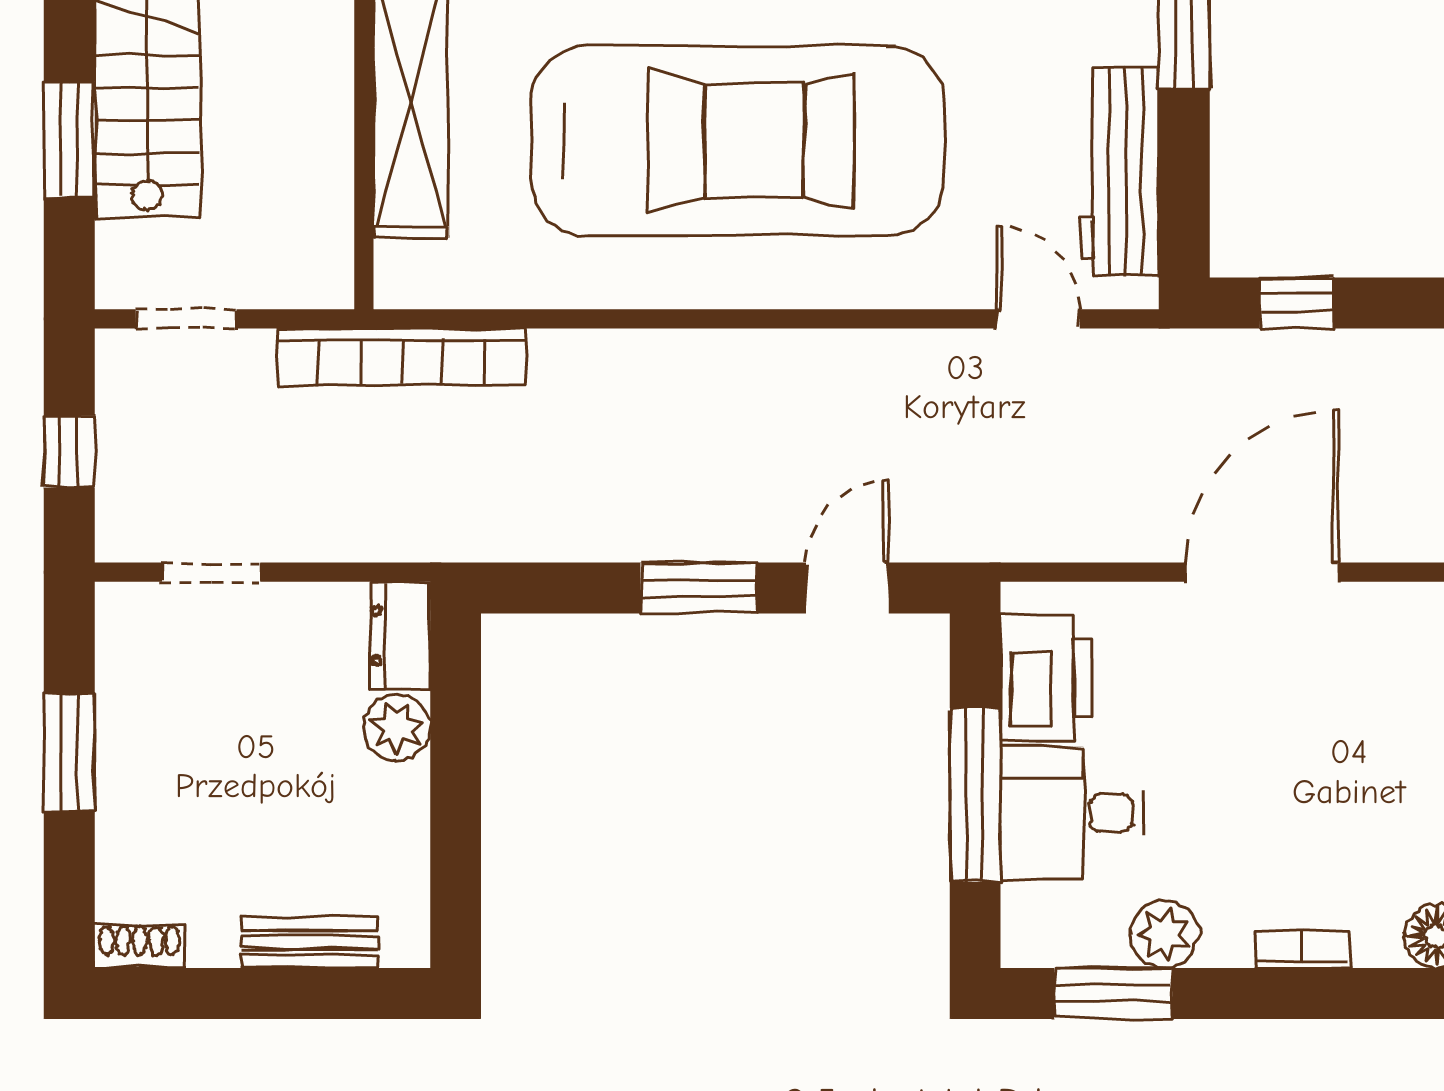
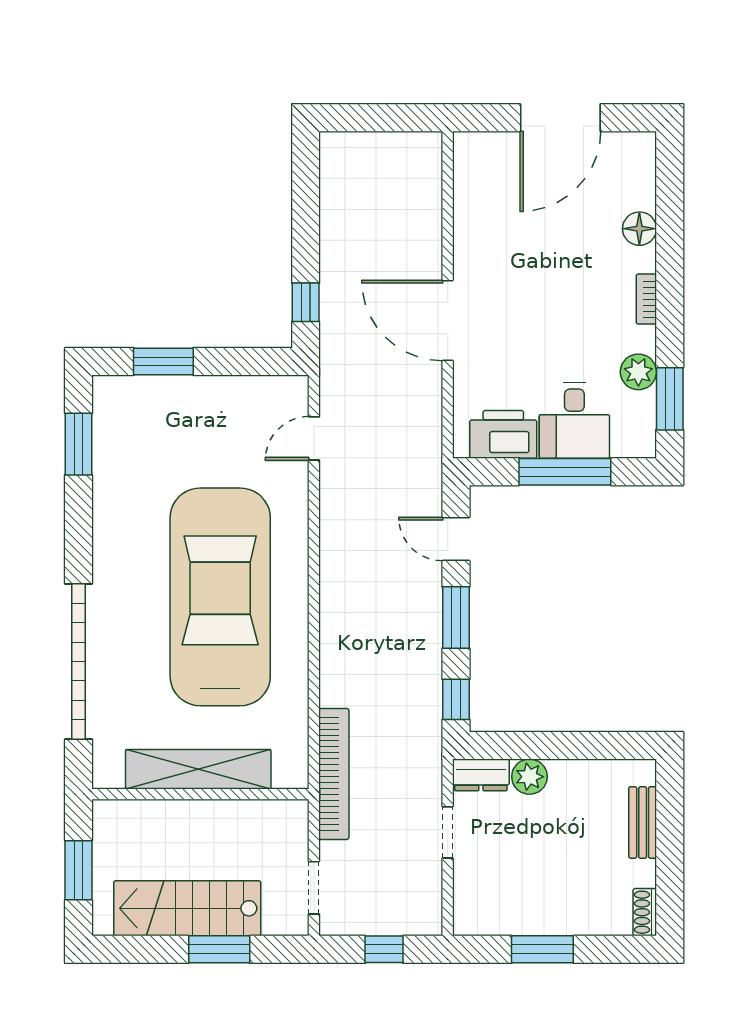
workbench: (1120, 171) -> (236, 396), removed
doorway: (211, 572) -> (448, 832), moved
window: (543, 588) -> (456, 699), added

